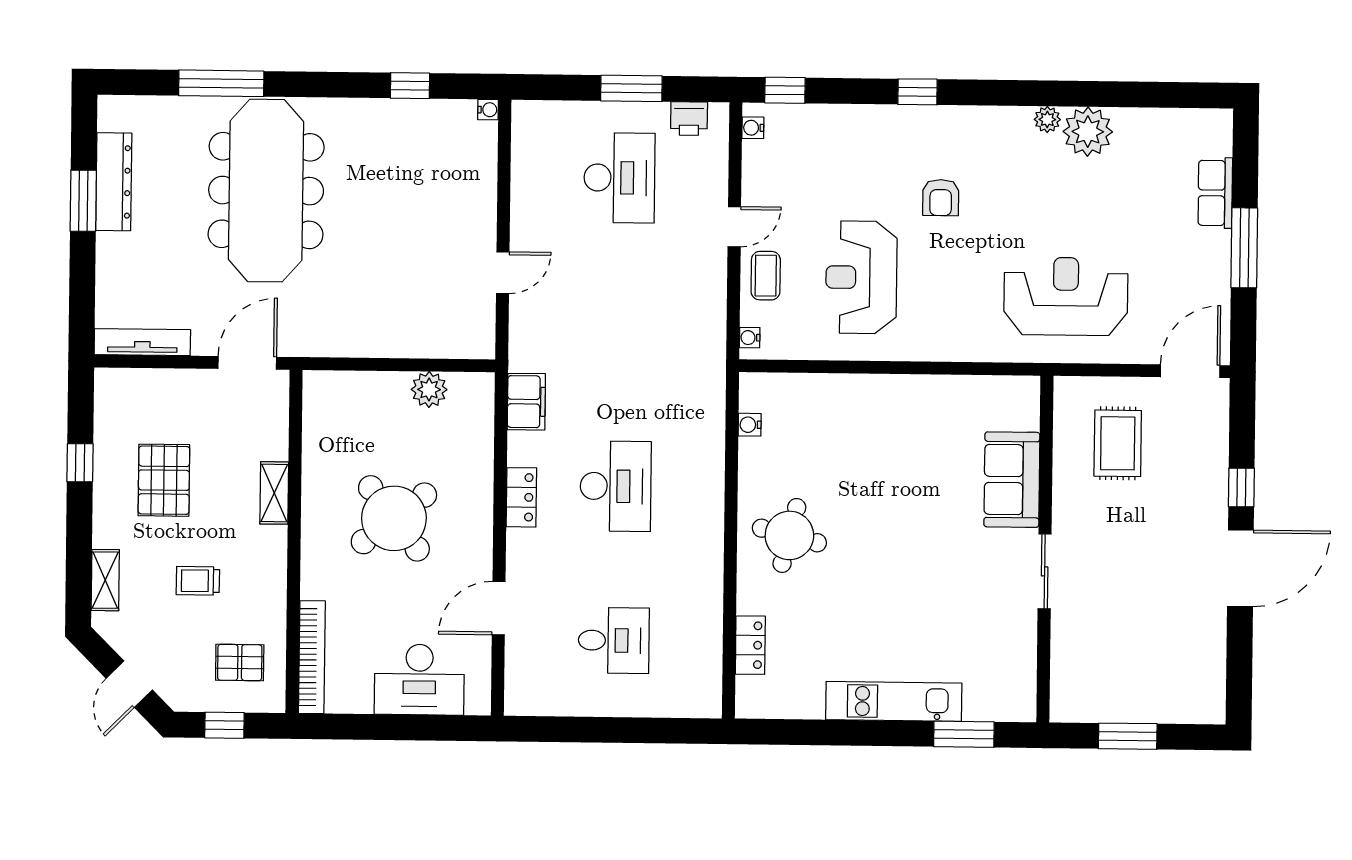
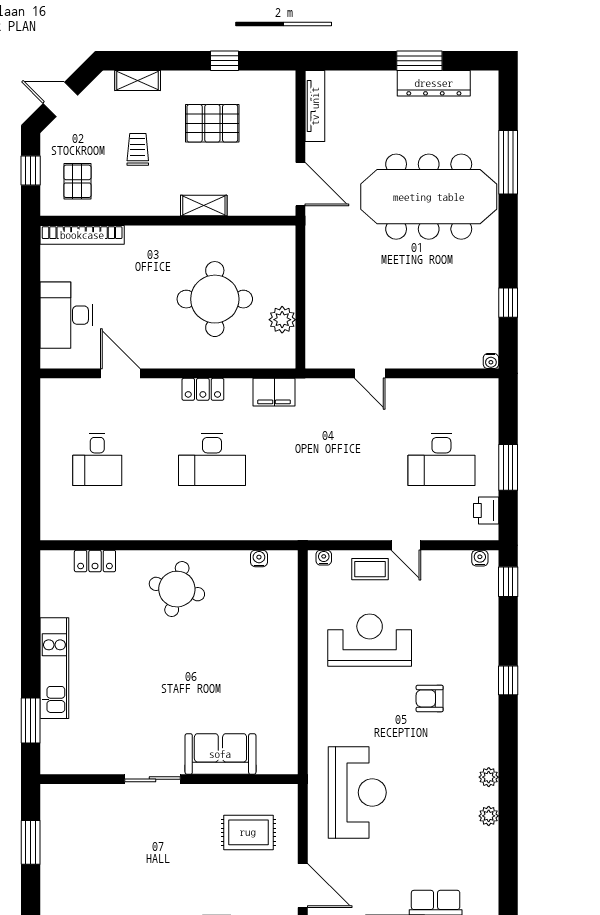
plant: (1088, 132) -> (489, 816), width x0.53, depth x0.53
round table: (394, 518) -> (215, 299), moved, turned 38

